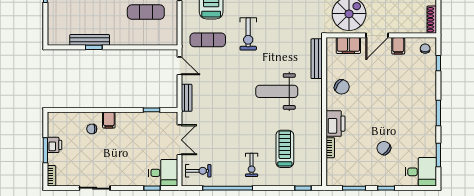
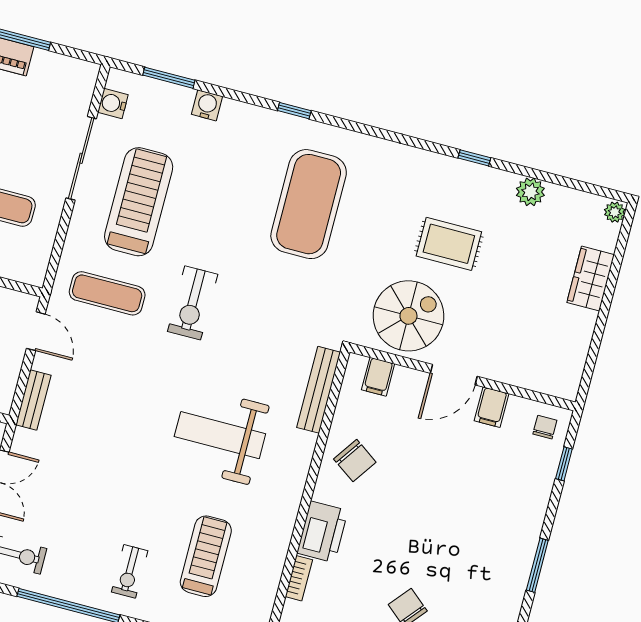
shoe rack: (432, 20) -> (574, 372), removed
filing cabinet: (348, 45) -> (378, 377), width x0.50

